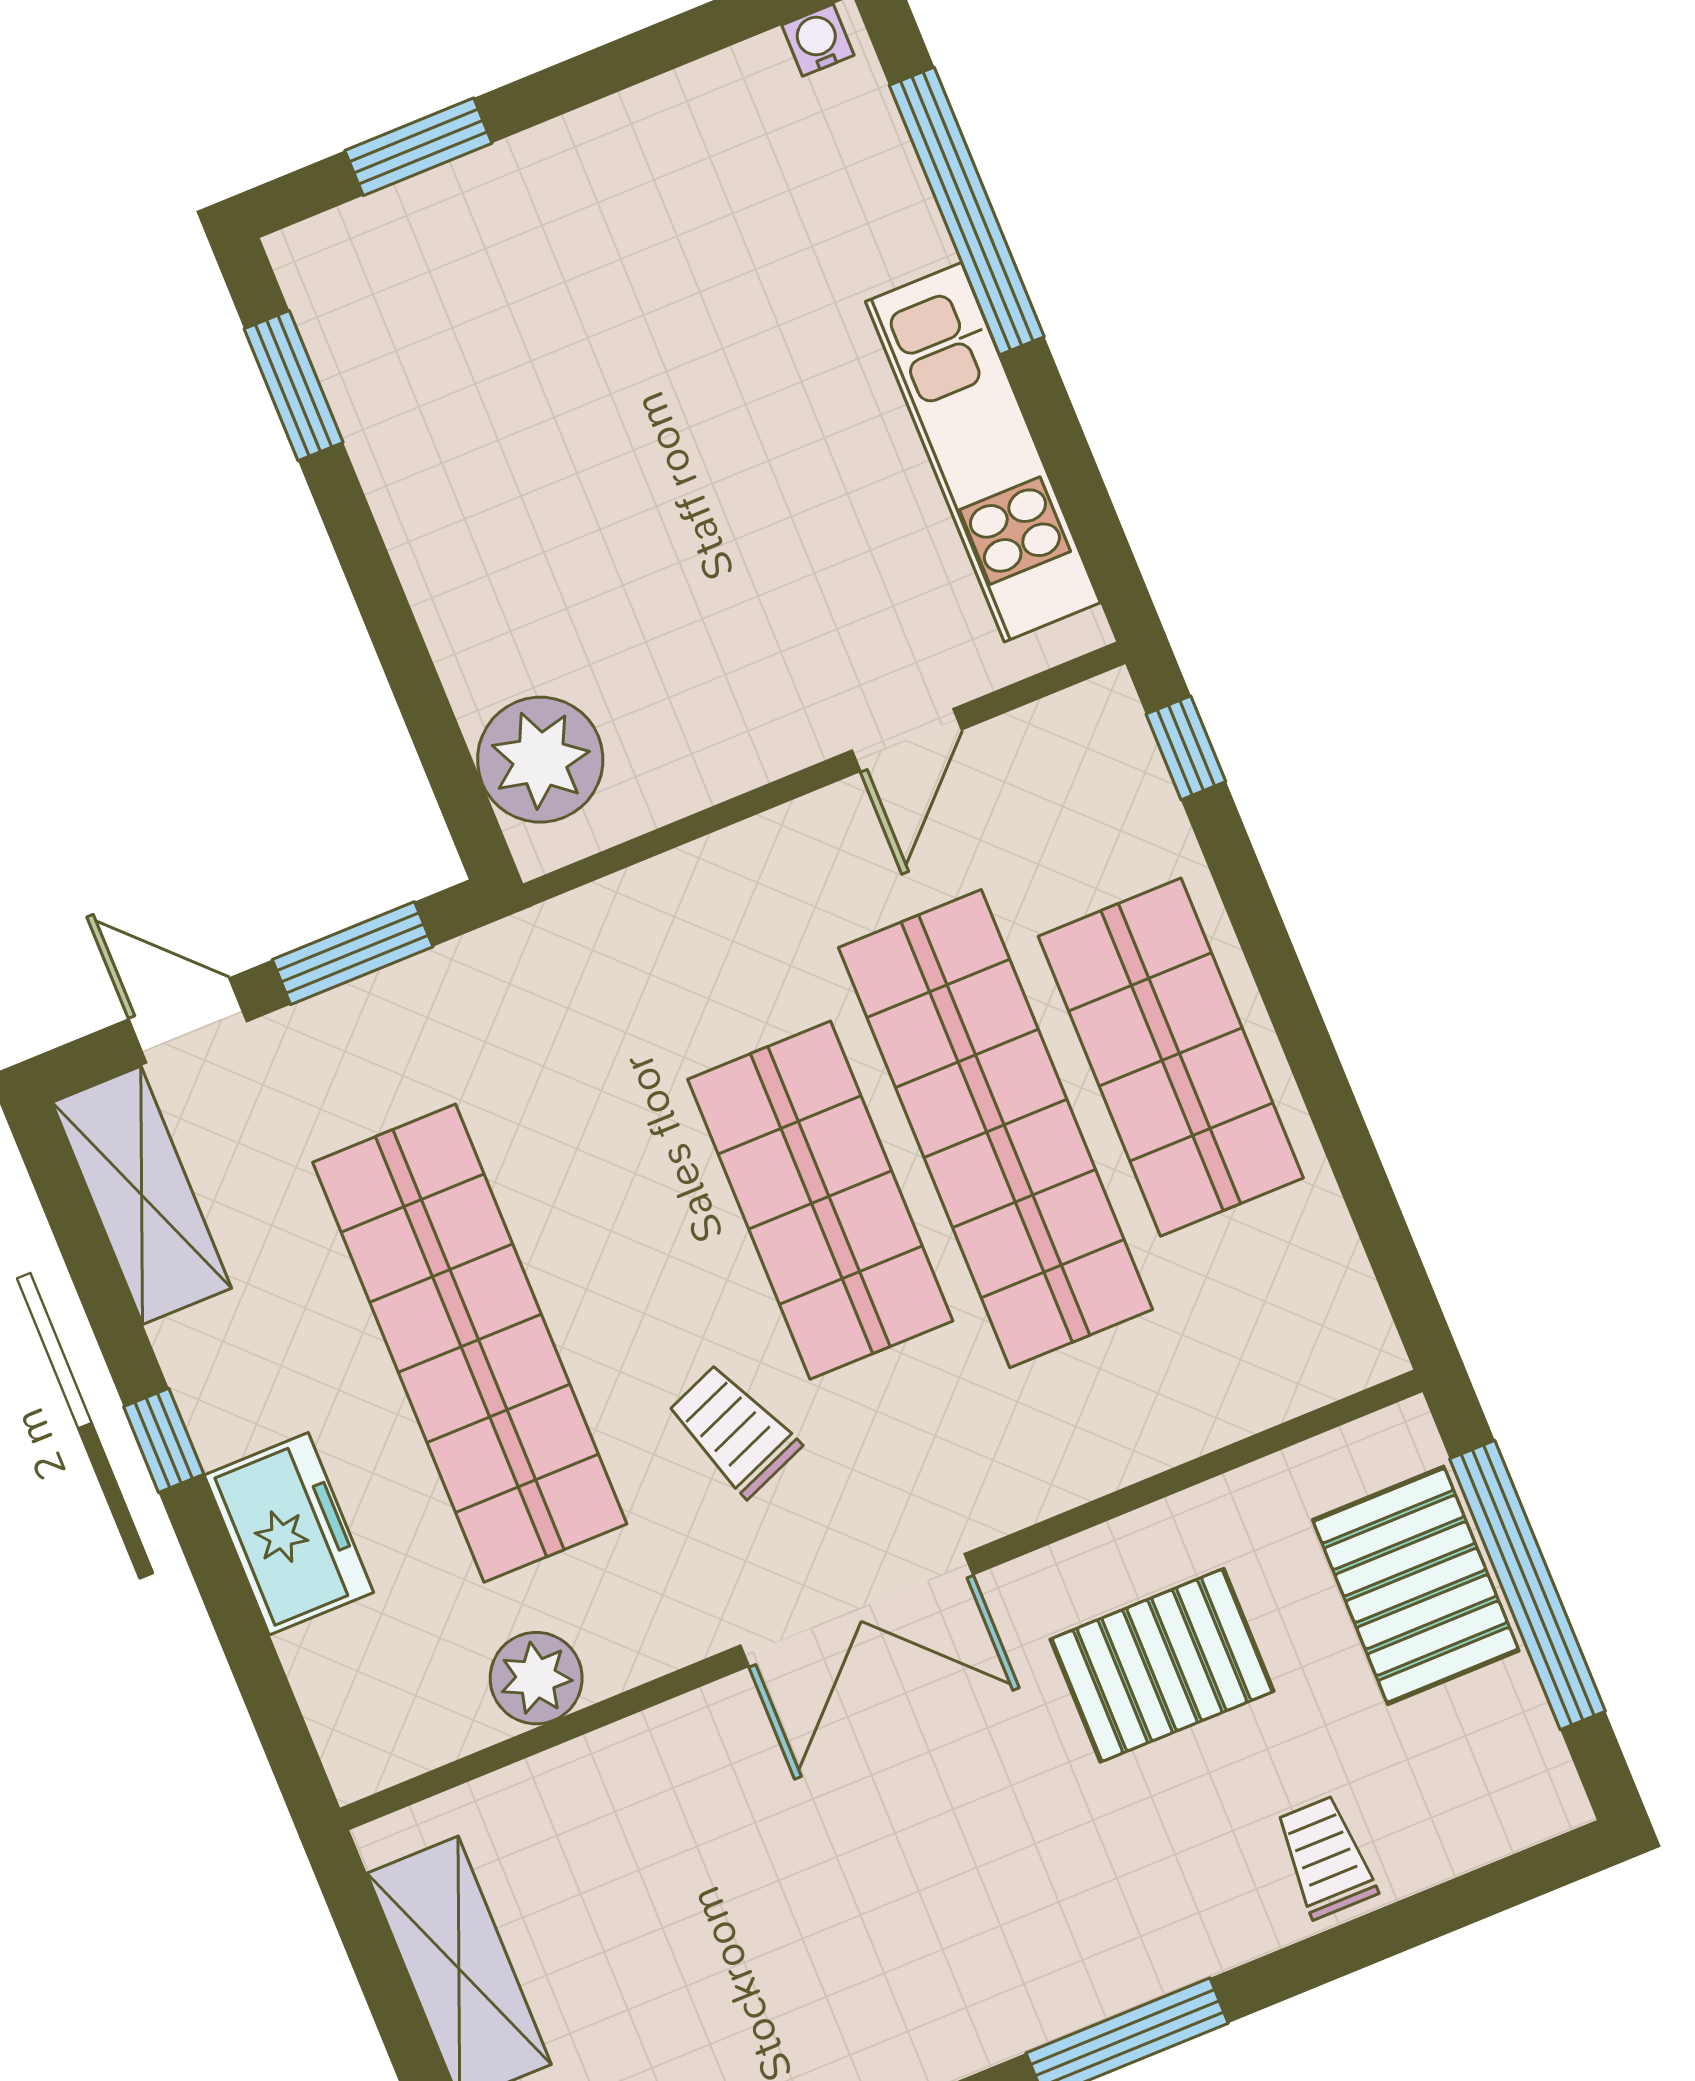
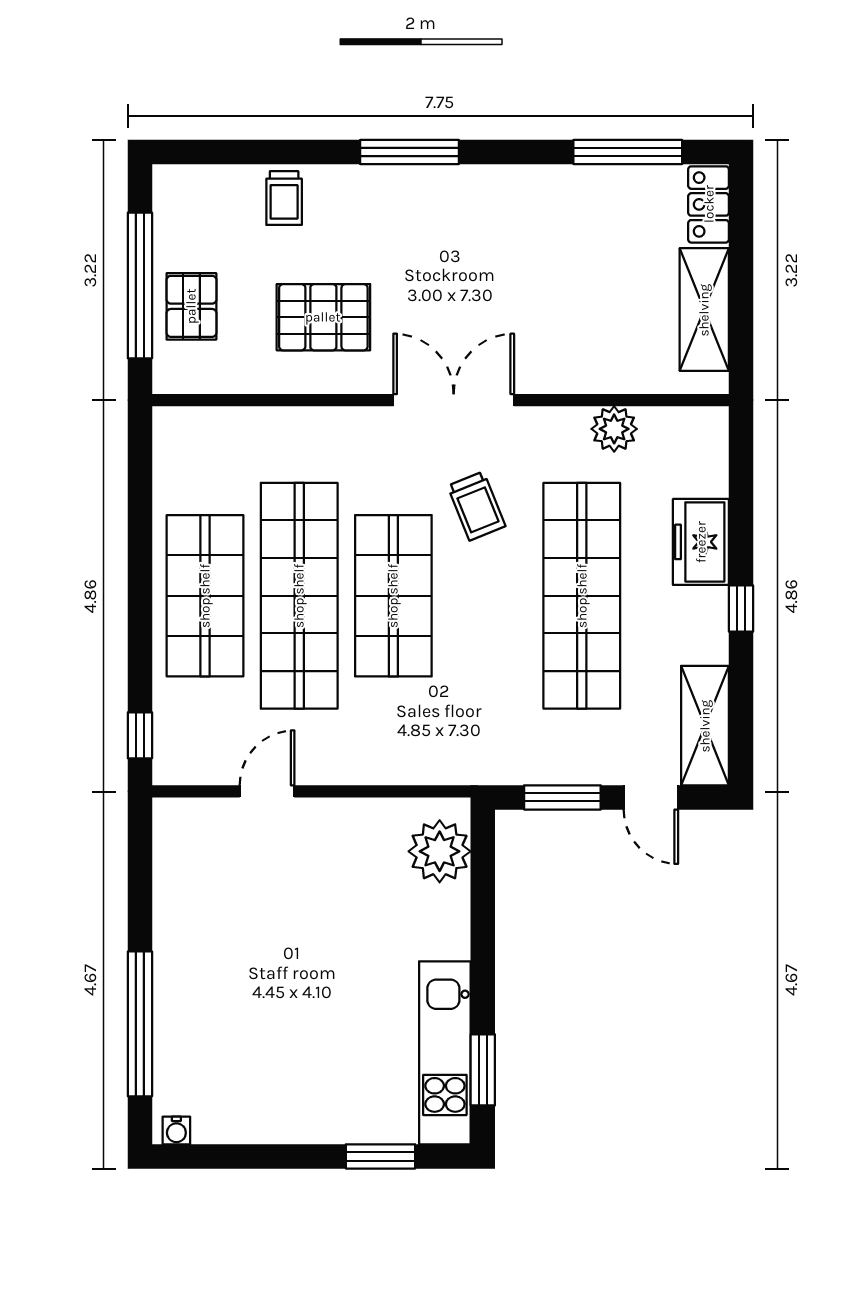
kitchen unit: (983, 452) -> (445, 1053), moved, turned 180
pallet: (1416, 1585) -> (191, 306), width x0.67, depth x0.71

